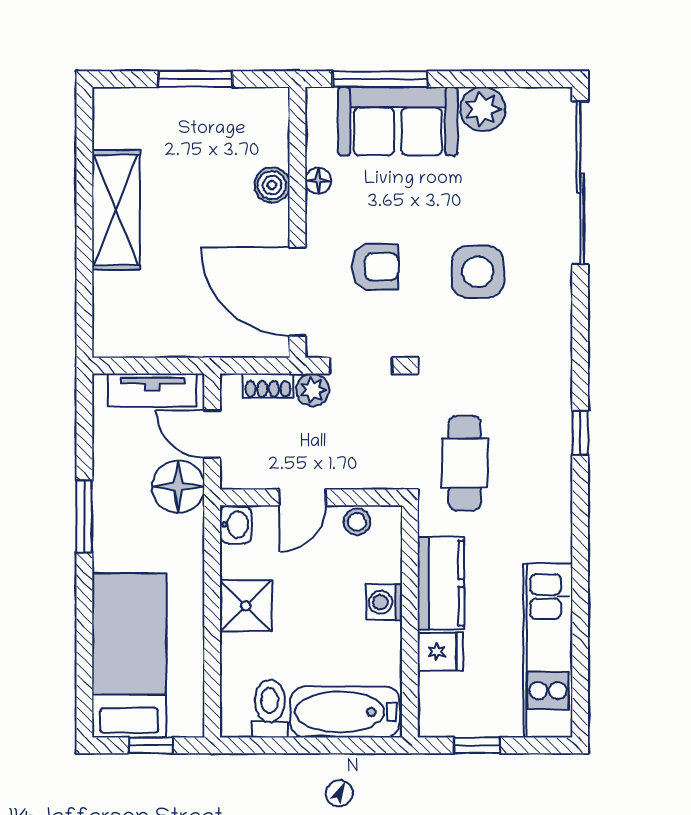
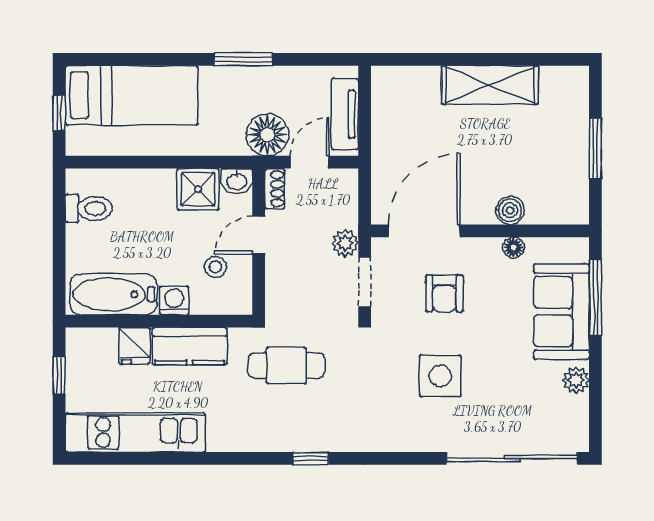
plant: (483, 109) -> (576, 380), width x0.73, depth x0.73
shoe rack: (268, 386) -> (275, 189), moved, turned 180
door: (302, 497) -> (259, 235), hinge flipped
stool: (357, 522) -> (215, 267), moved
shower: (246, 606) -> (198, 189), moved
bathtub: (345, 712) -> (113, 294), moved, turned -90

